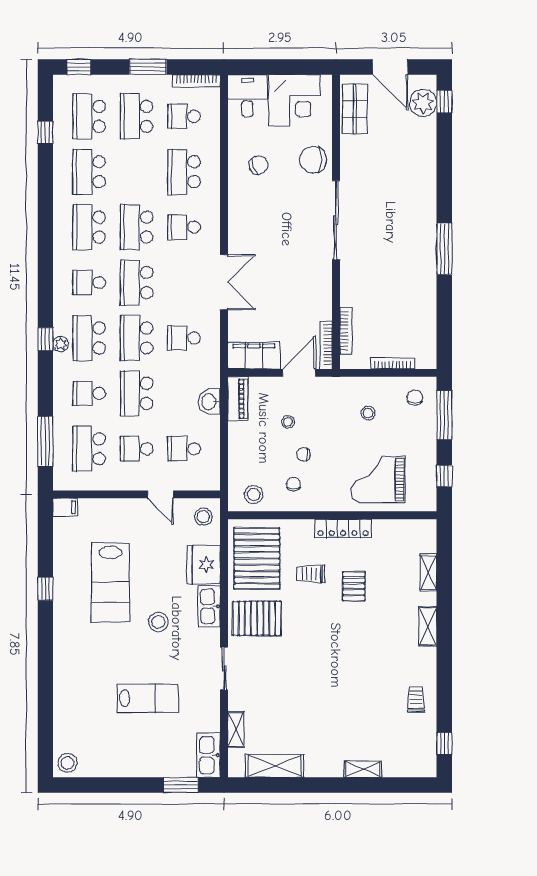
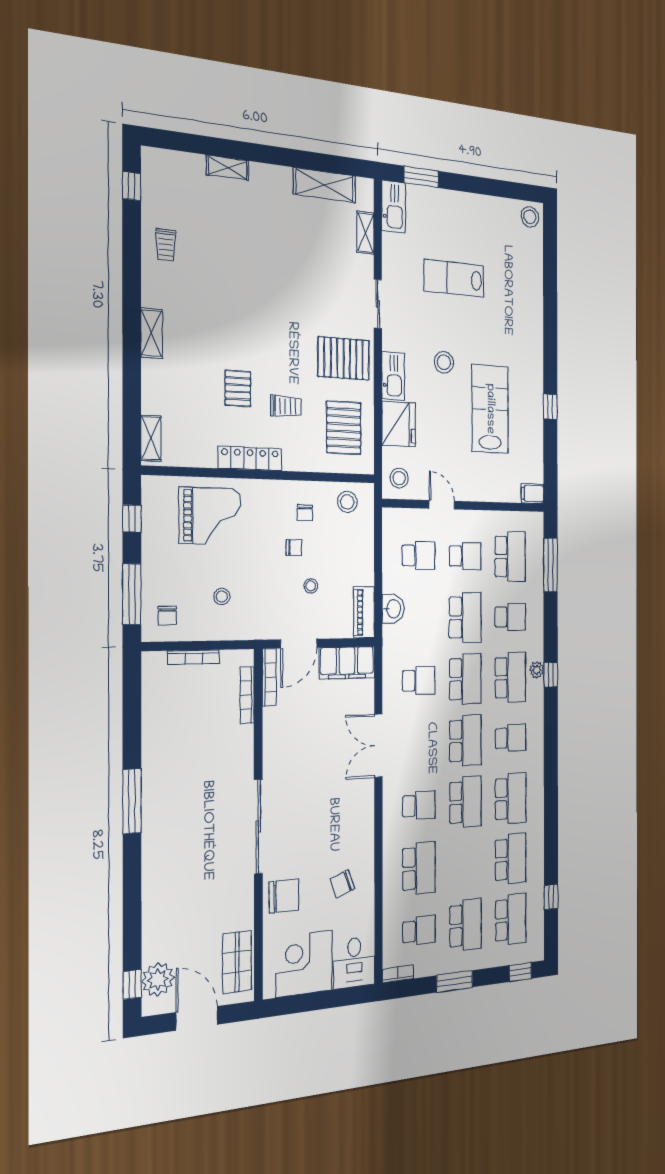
bookcase: (196, 81) -> (398, 974), width x0.64
pallet: (257, 558) -> (344, 428), width x0.73, depth x0.71
shelving: (428, 572) -> (151, 438), moved

